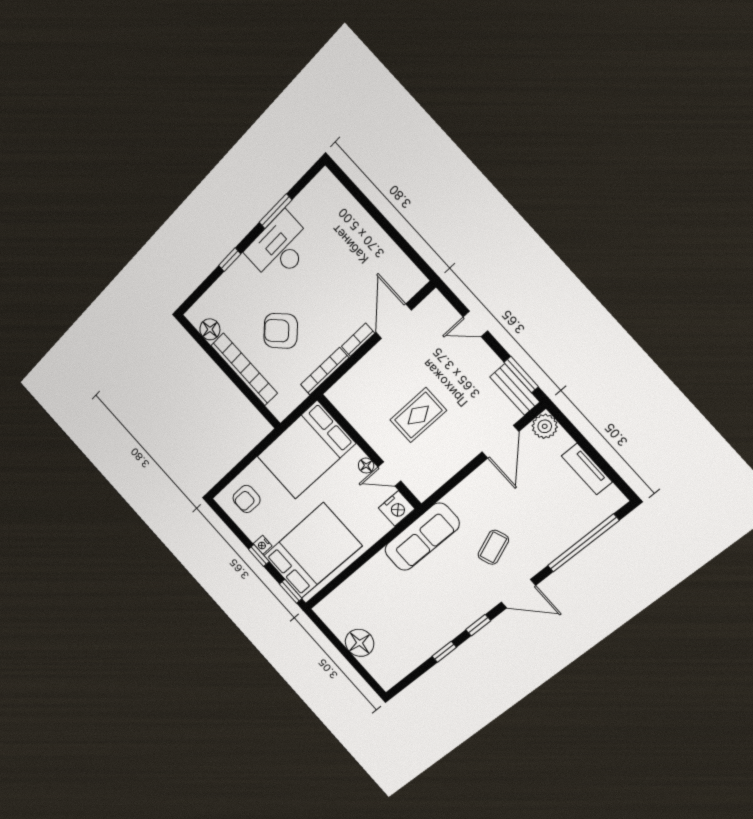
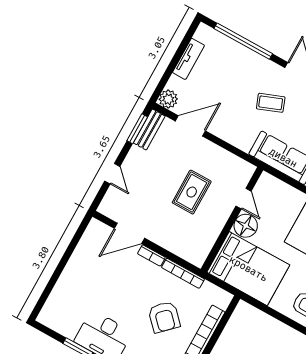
rug: (418, 415) -> (192, 192), turned 90
floor lamp: (366, 466) -> (246, 226), width x1.89, depth x1.89
nightstand: (397, 508) -> (268, 184), removed

